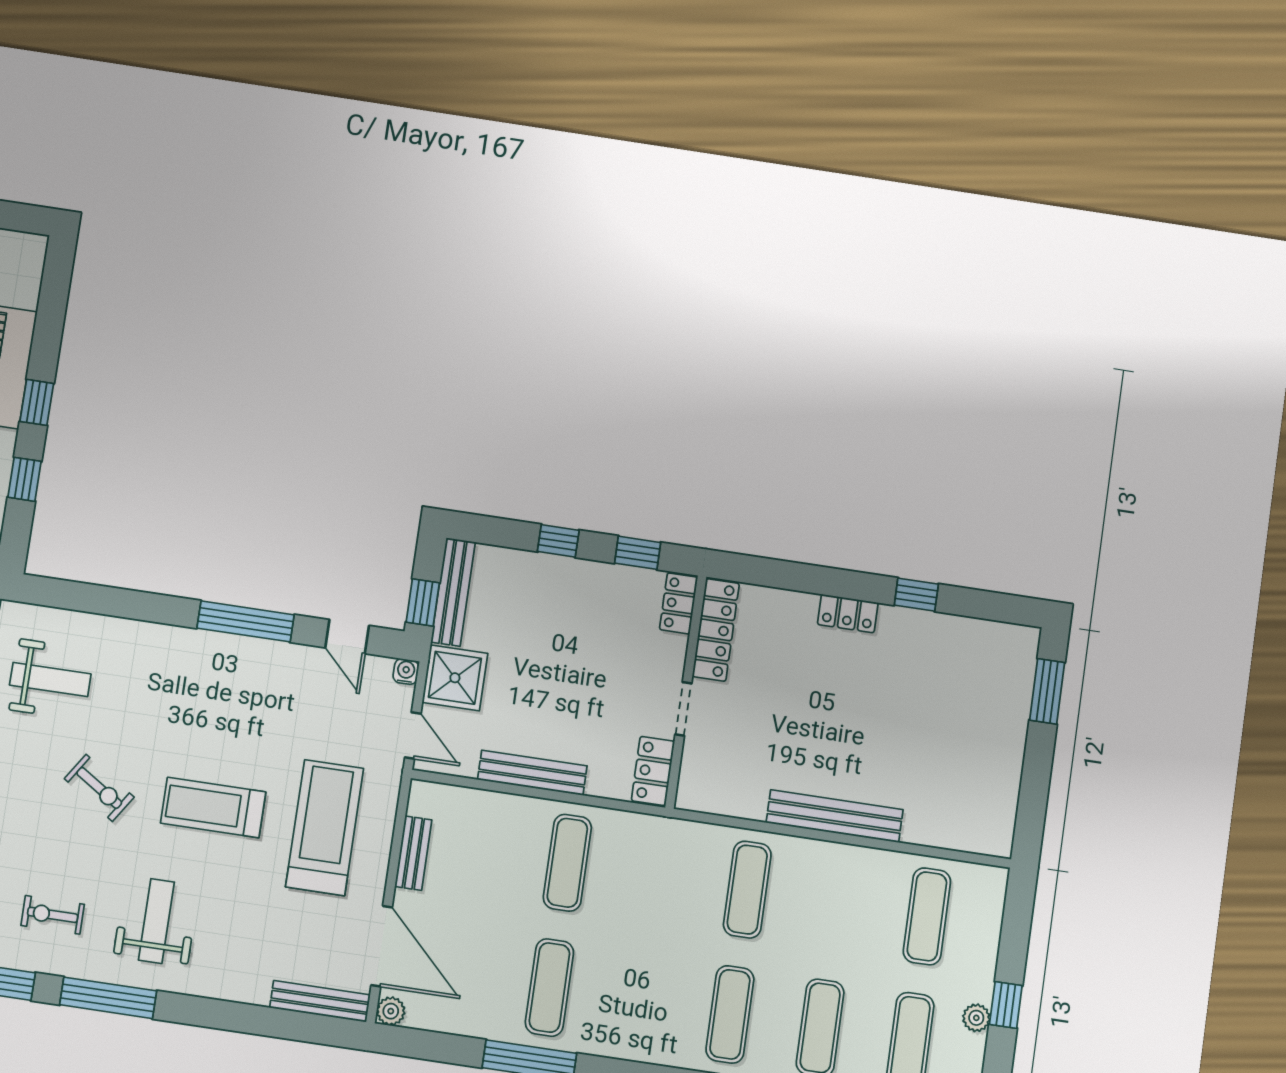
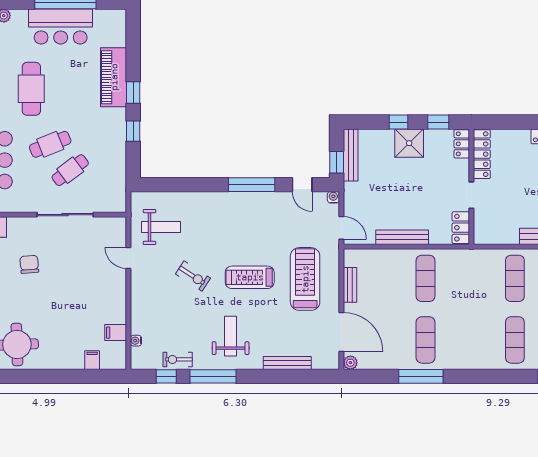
shower: (455, 678) -> (409, 143), moved
exercise bike: (53, 915) -> (178, 359), moved
bench: (320, 1001) -> (287, 363), moved

